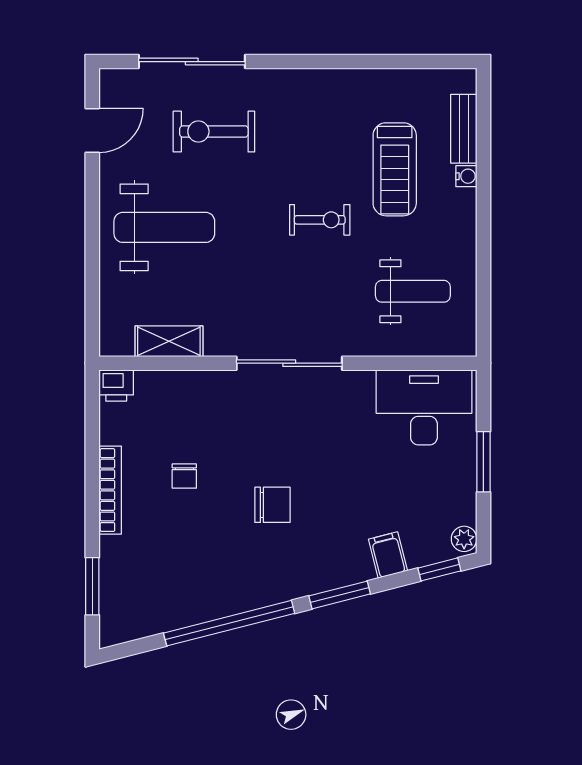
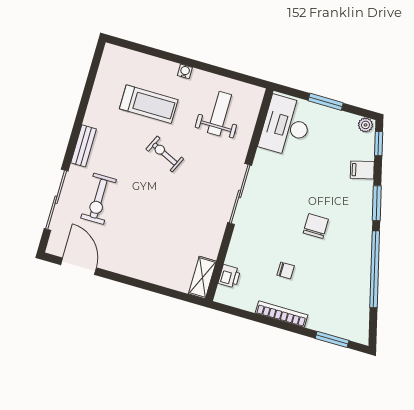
bench: (464, 129) -> (84, 146), moved, turned 90
door: (92, 131) -> (79, 266), width x1.38
water cooler: (466, 176) -> (185, 71), moved
exercise bike: (320, 220) -> (165, 154), turned -65
weight bench: (164, 227) -> (144, 242), removed
shelving: (169, 341) -> (202, 278), moved
printer: (116, 385) -> (229, 276), moved

